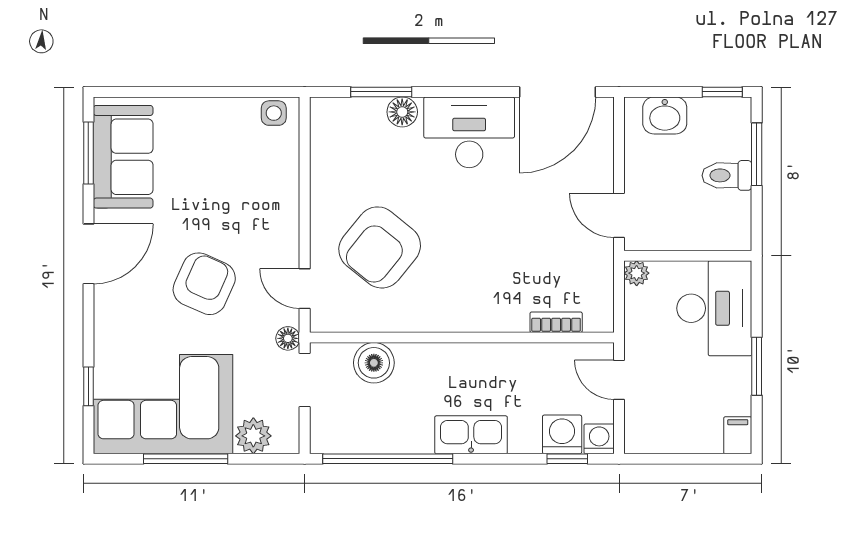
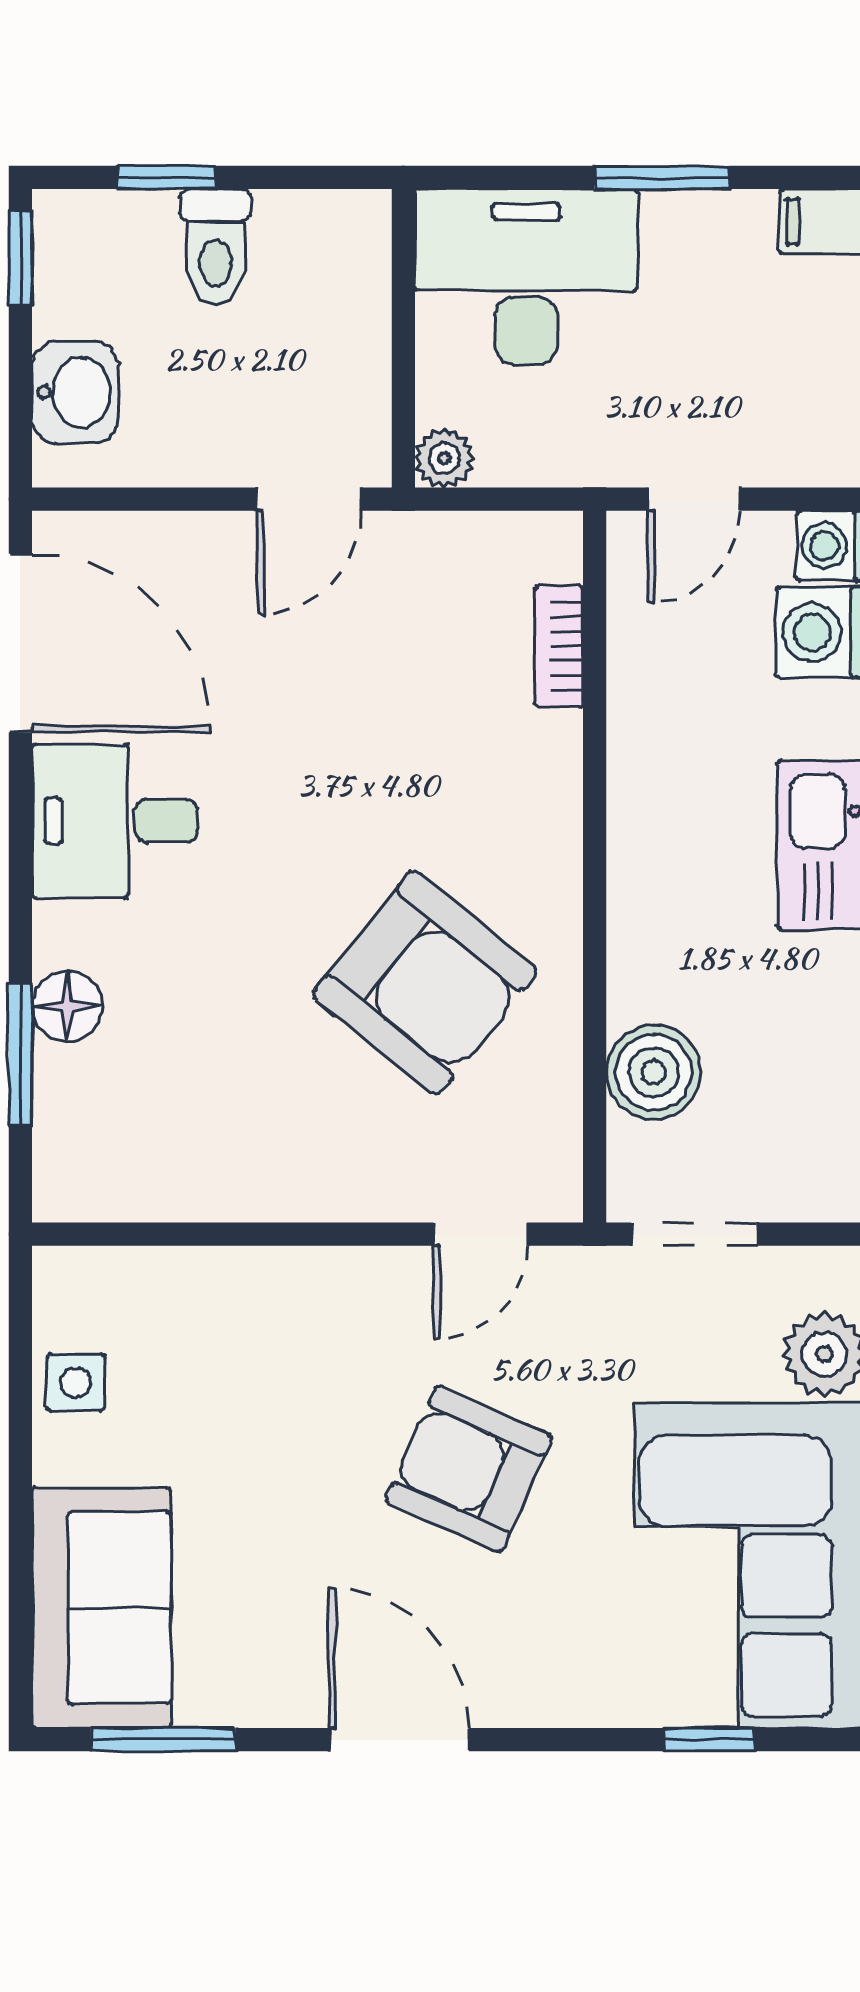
side table: (274, 113) -> (76, 1383), moved
desk: (469, 132) -> (115, 821), width x0.73
window: (757, 154) -> (166, 177), width x0.67
sofa: (123, 157) -> (101, 1608), moved, turned 90
armchair: (380, 247) -> (425, 983), moved
floor lamp: (288, 338) -> (597, 1273), removed

